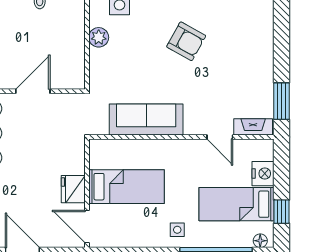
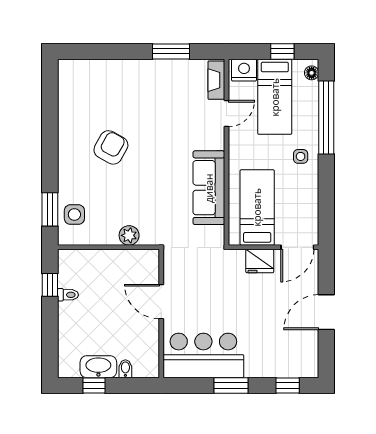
plant: (99, 37) -> (129, 235), moved
sofa: (146, 119) -> (209, 188), moved
fireplace: (253, 127) -> (216, 80), moved
wall: (181, 137) -> (226, 152), moved
door: (220, 137) -> (226, 114), moved

